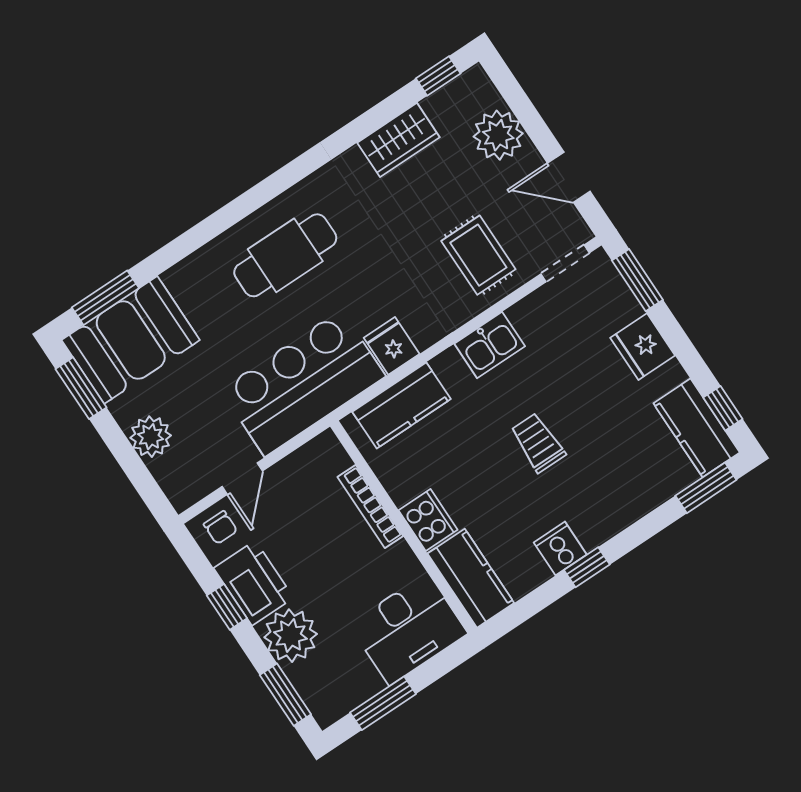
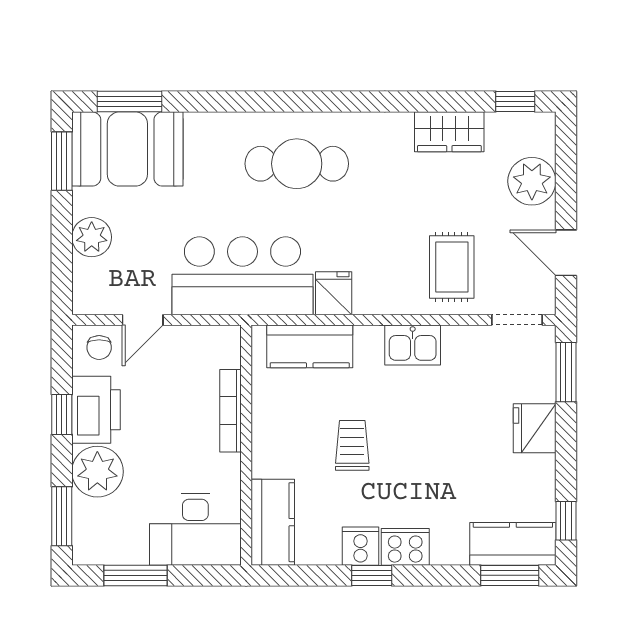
kitchen counter: (697, 428) -> (513, 544), moved, turned 90
trolley: (538, 443) -> (352, 445), moved
cooker: (428, 520) -> (405, 547), moved, turned -90

